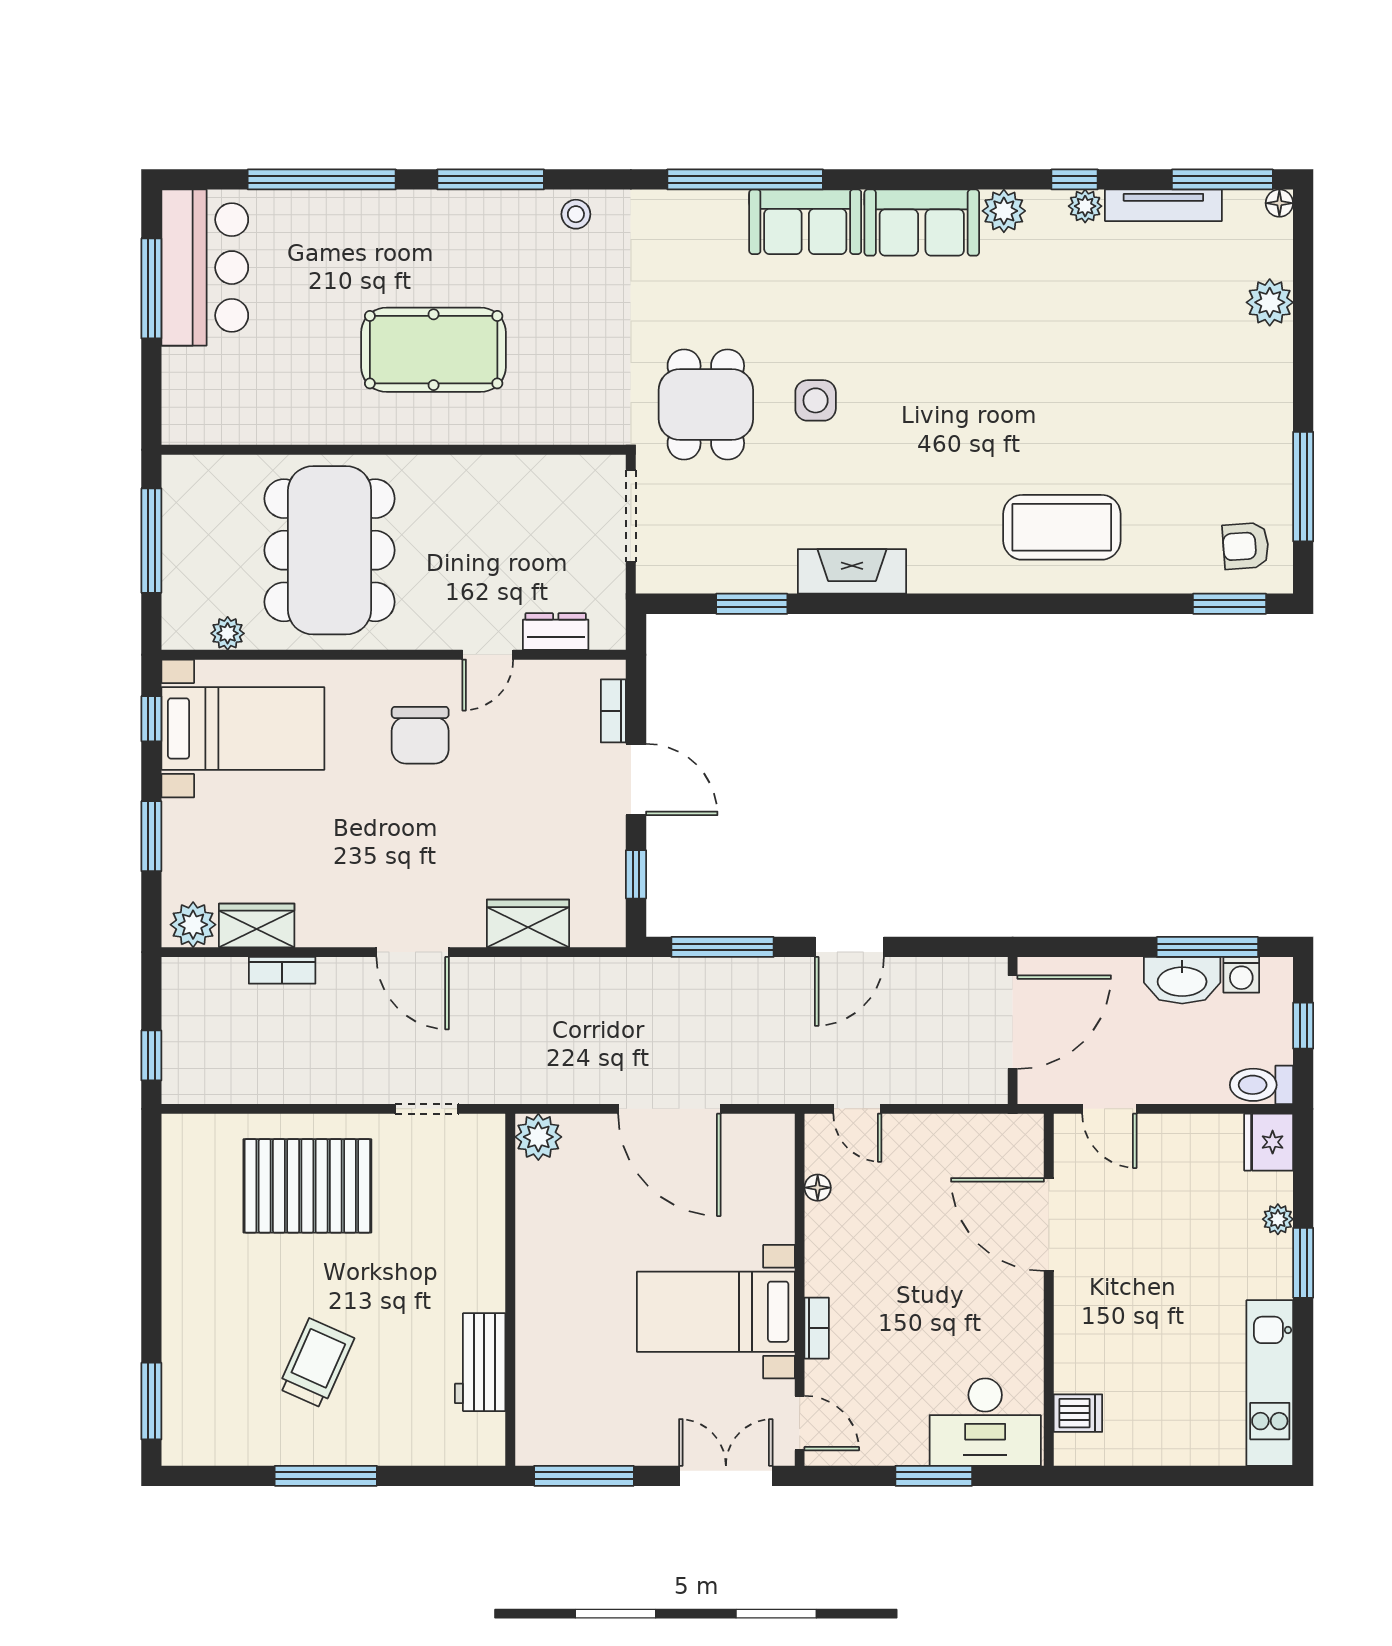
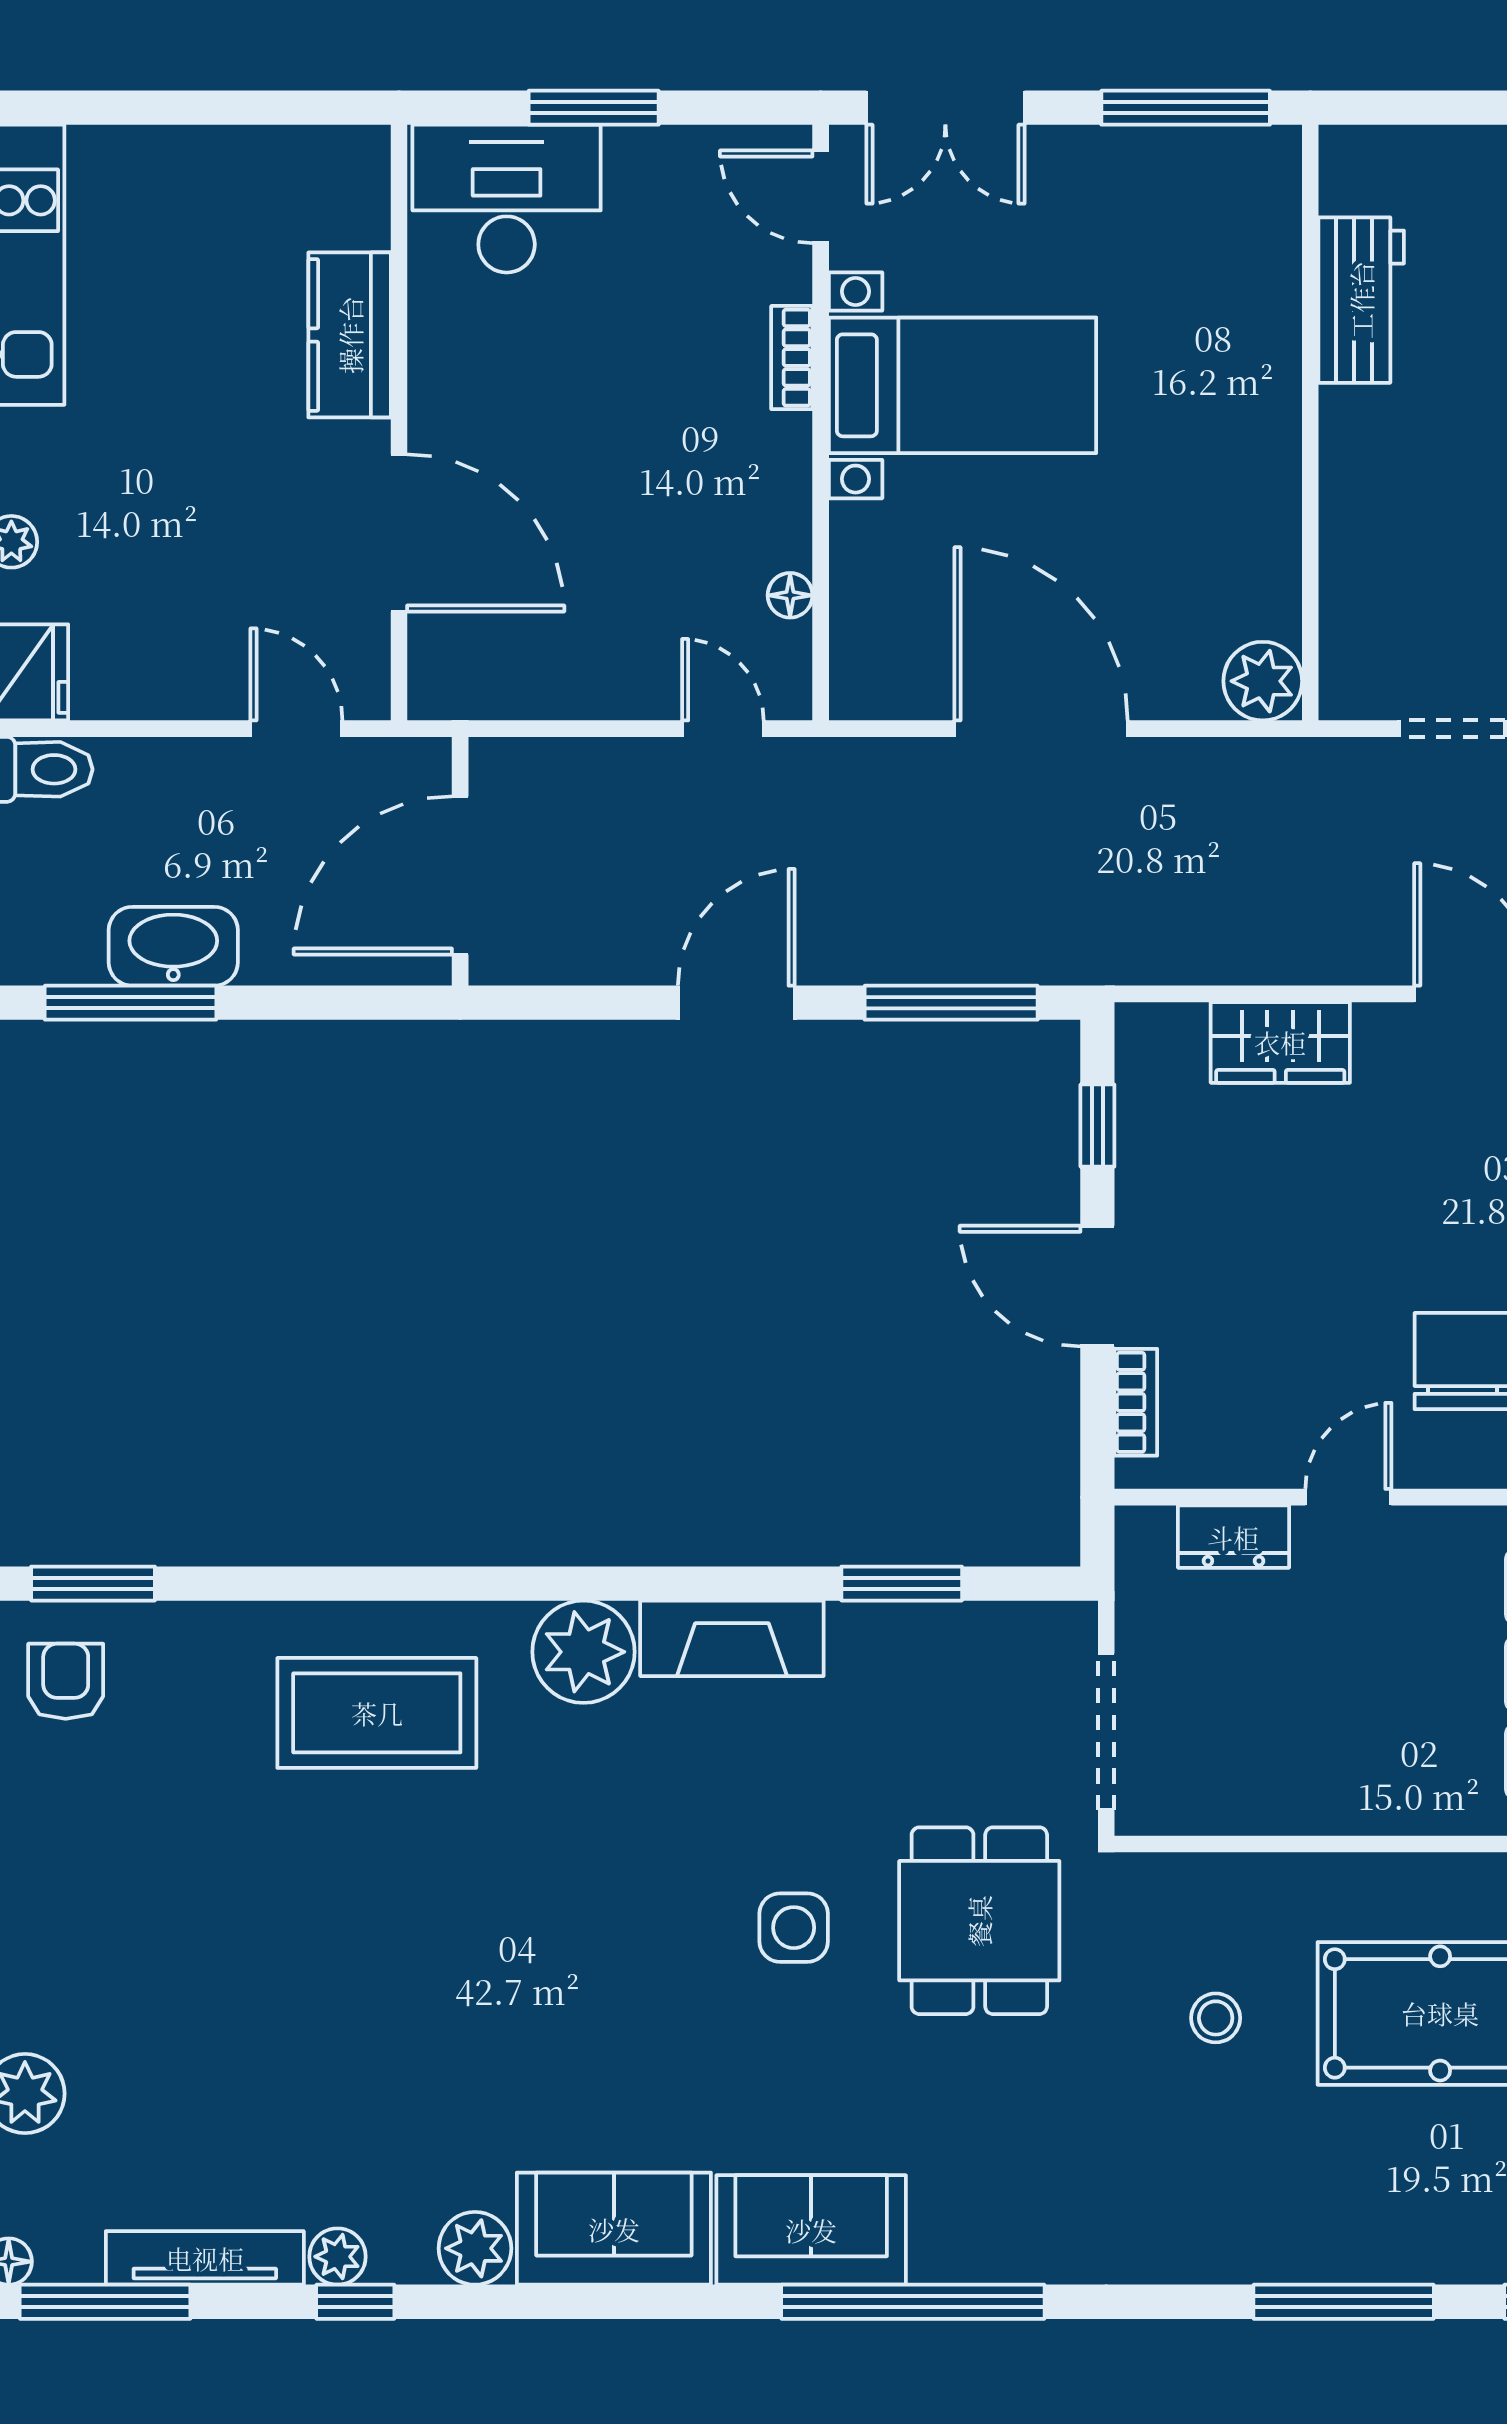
stool: (576, 214) -> (1216, 2018), moved
armchair: (1246, 546) -> (66, 1681), turned -86
plant: (940, 563) -> (583, 1652), added
washing machine: (1241, 975) -> (73, 955), removed
kitchen counter: (1078, 1341) -> (350, 335), added
dishwasher: (1078, 1413) -> (350, 214), removed

